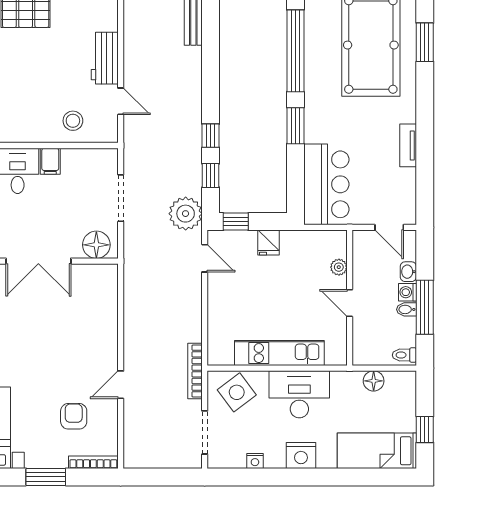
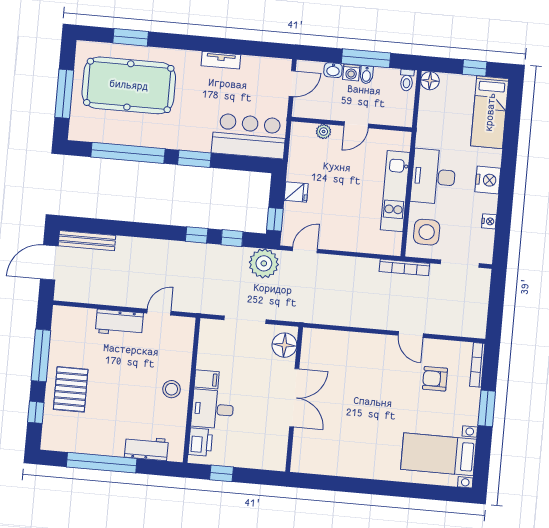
stool: (73, 121) -> (172, 389), moved
floor lamp: (374, 381) -> (430, 81), moved
side table: (237, 392) -> (427, 232), turned 37

